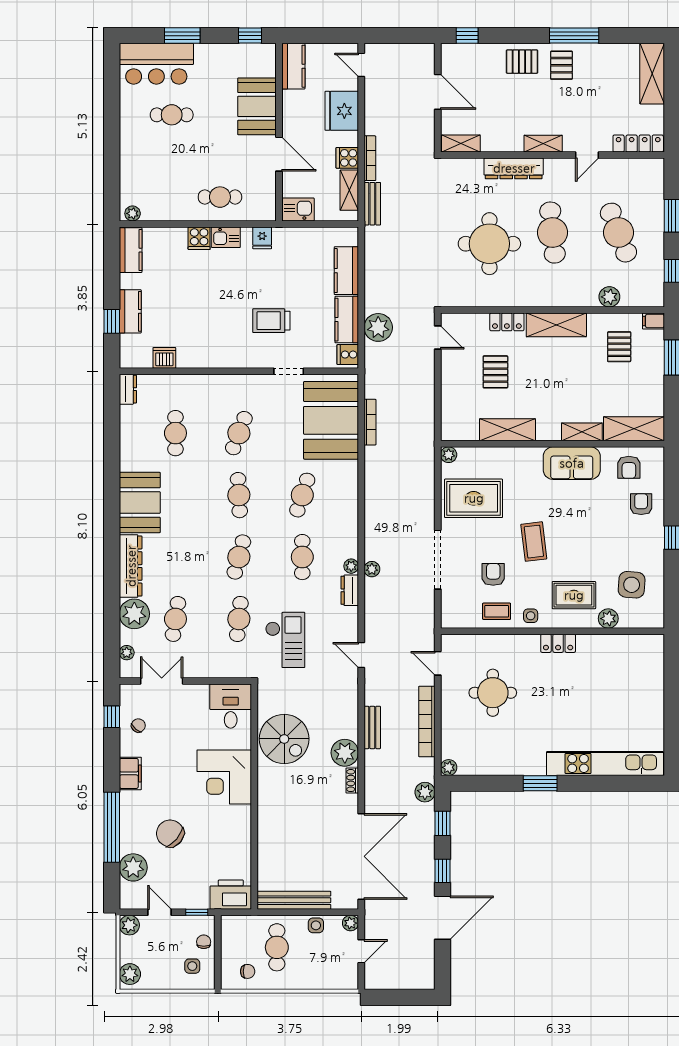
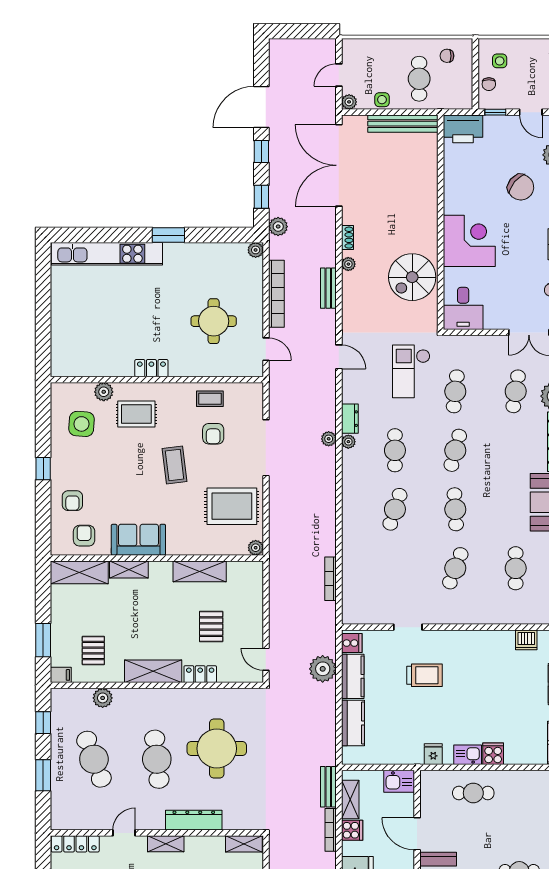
booth: (331, 420) -> (368, 580), removed
side table: (531, 616) -> (178, 394), removed
spiral stairs: (284, 739) -> (412, 277), turned -90
plant: (345, 753) -> (348, 264), width x0.53, depth x0.53

